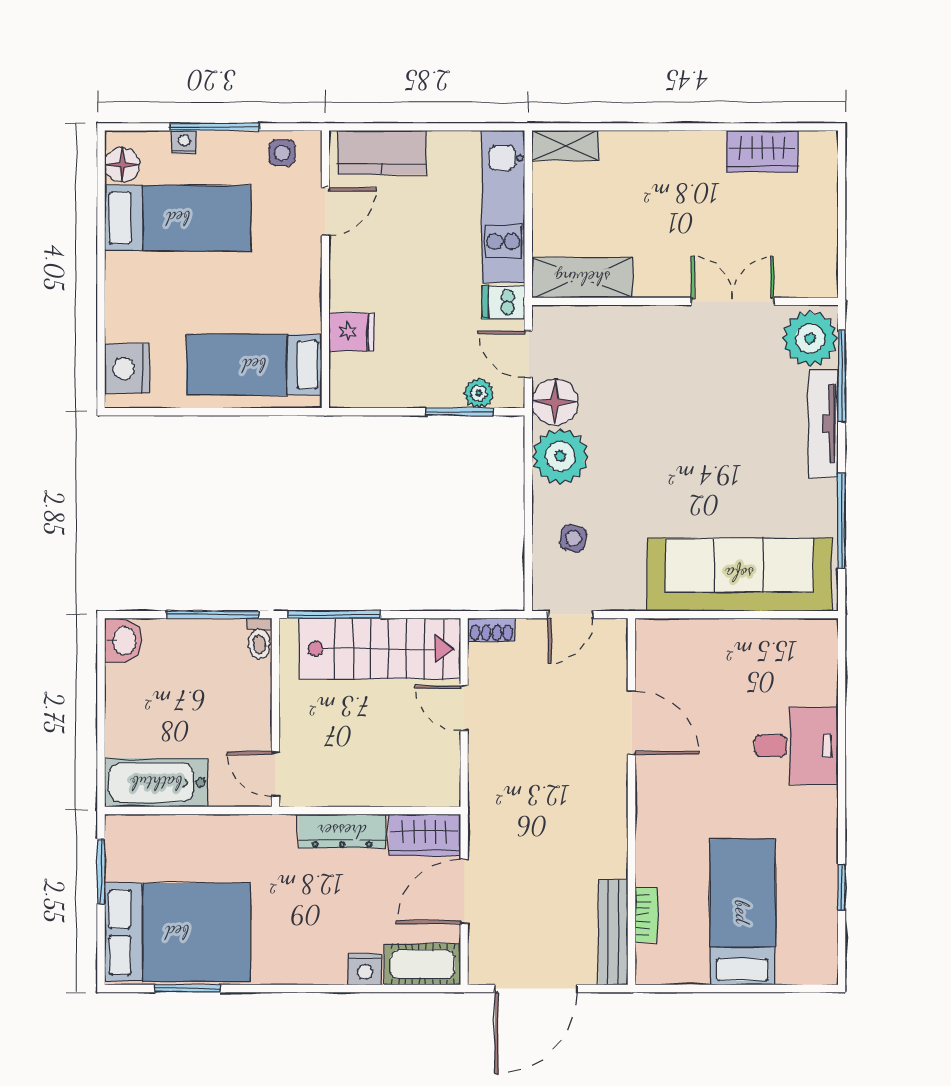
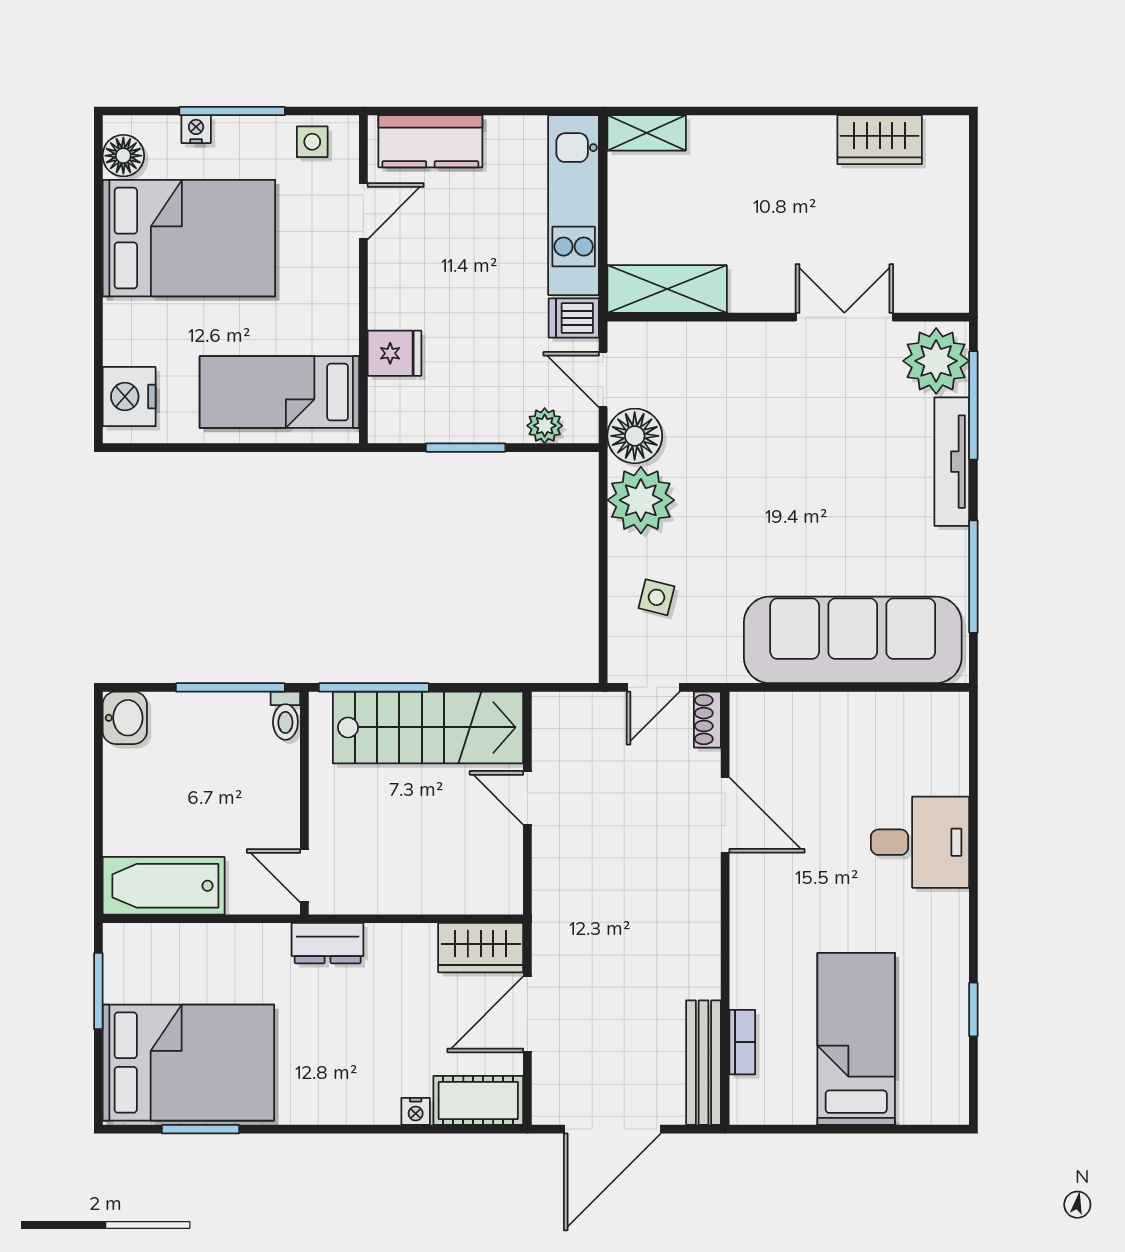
bed: (178, 218) -> (189, 238), width x1.50
window: (460, 412) -> (466, 448), moved
shoe rack: (491, 630) -> (707, 720), moved, turned 90
dresser: (342, 831) -> (328, 943), moved, width x0.70
nightstand: (365, 969) -> (416, 1111), width x0.72, depth x0.74

